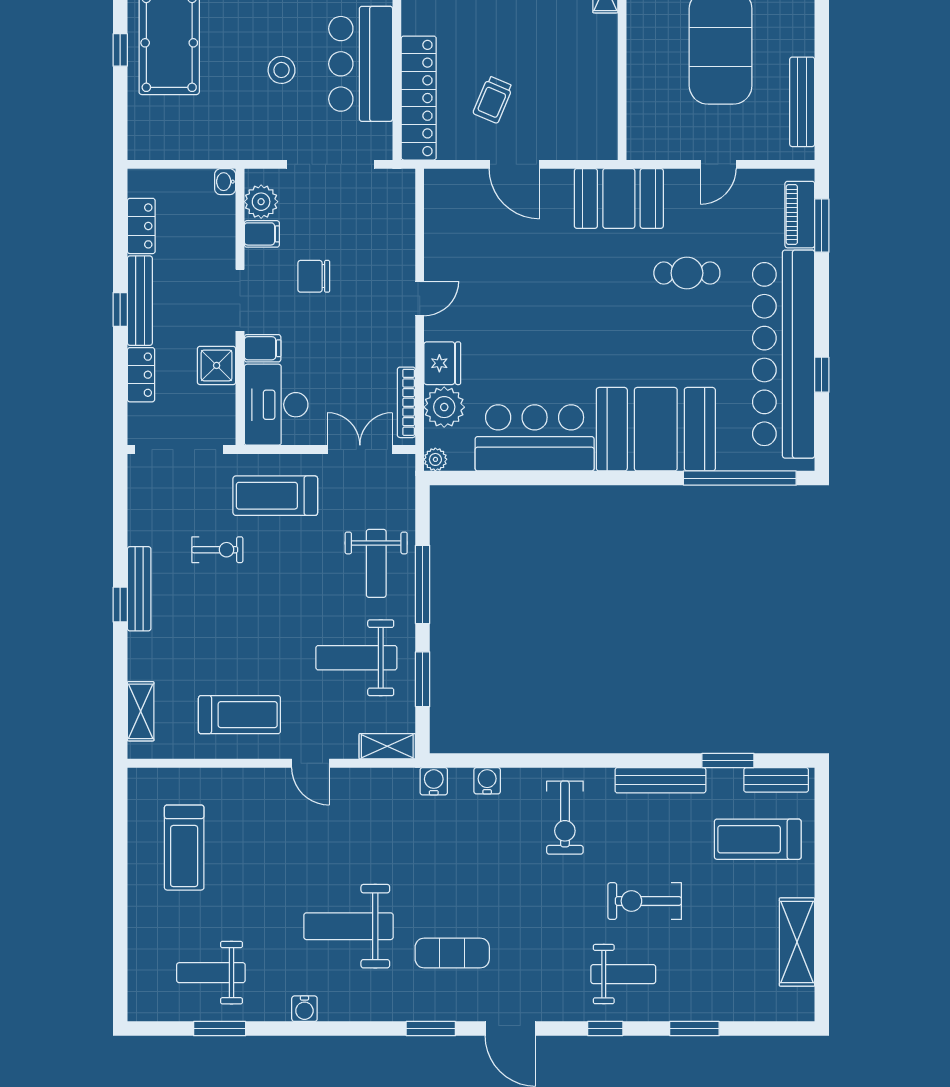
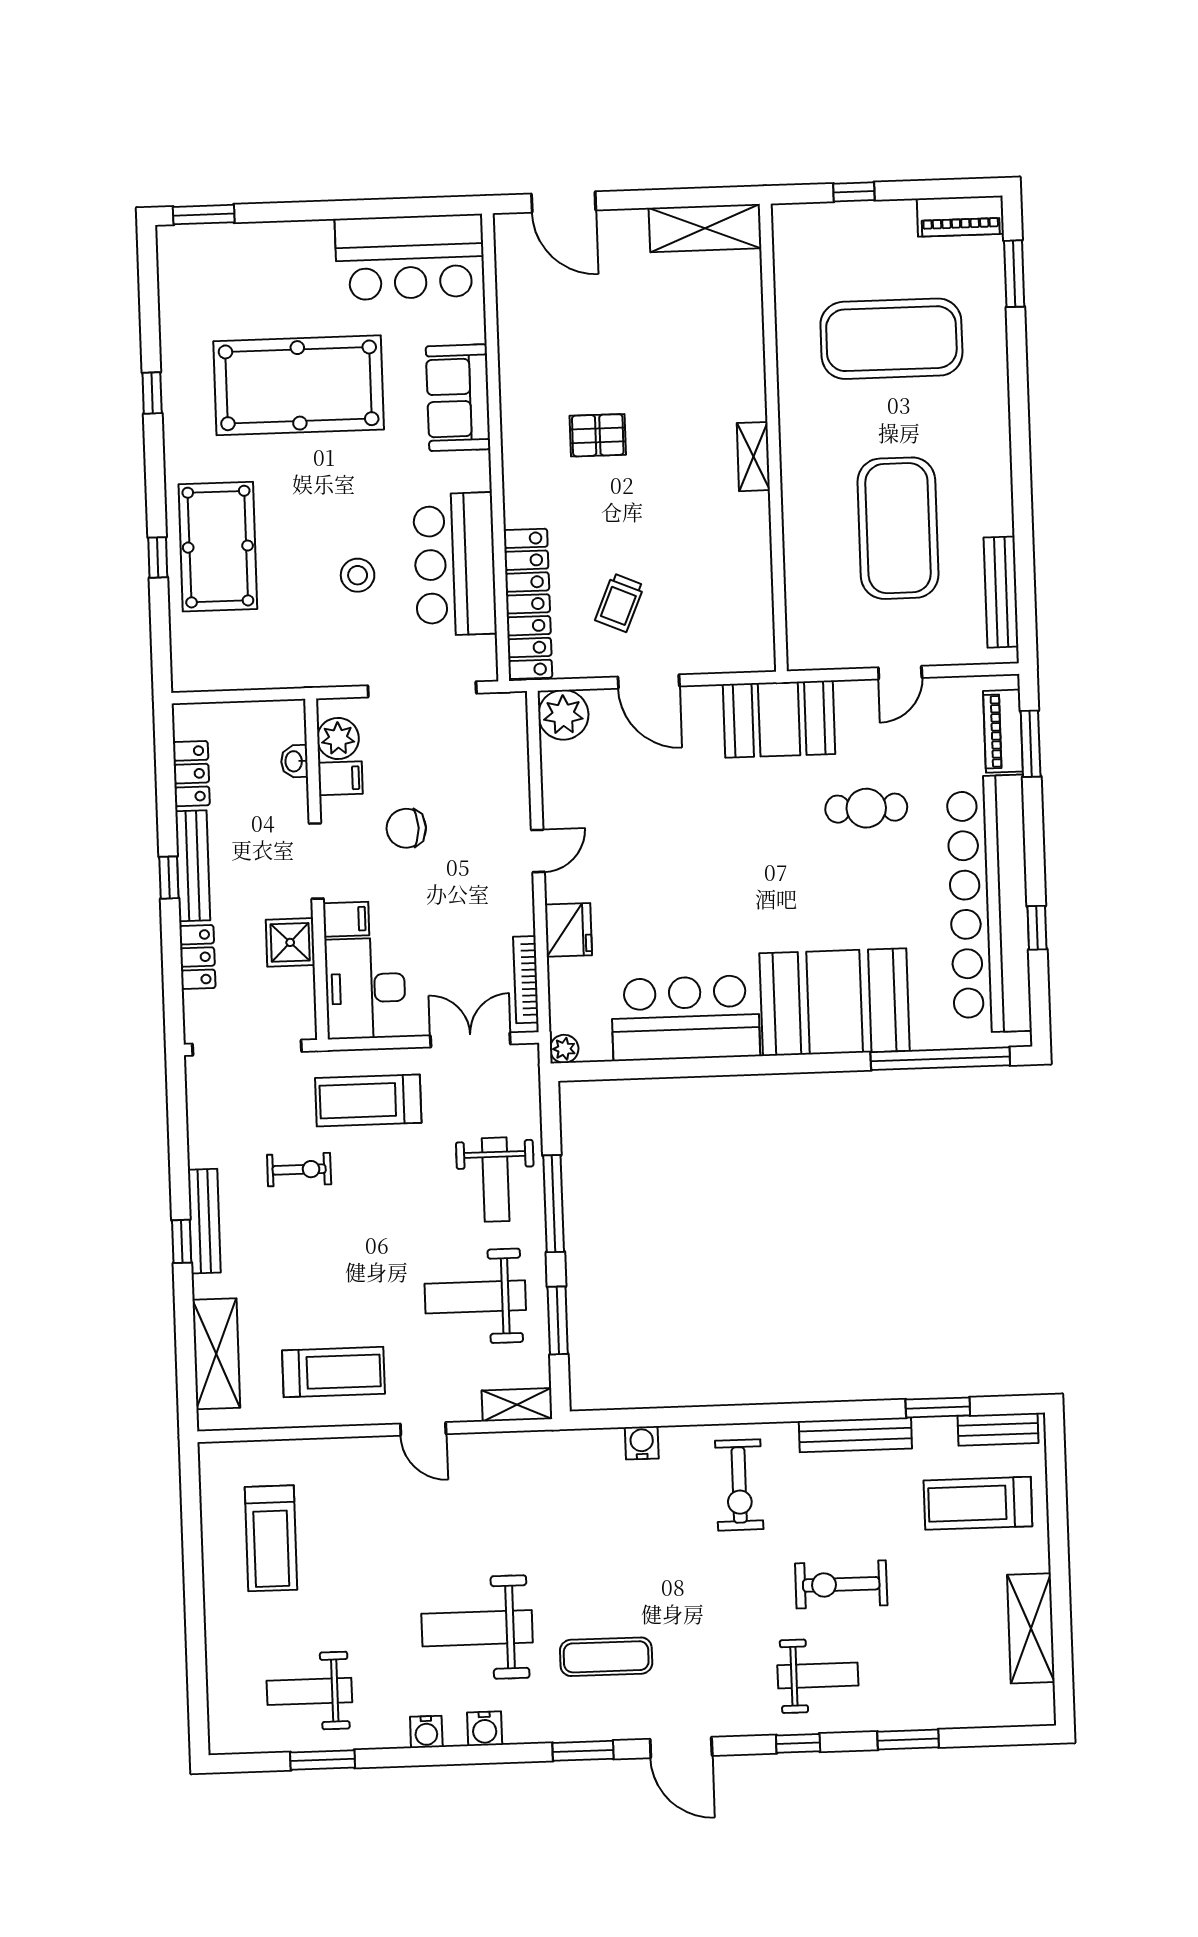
washbasin: (225, 182) -> (294, 761), moved
plant: (444, 407) -> (563, 715), moved
shelving: (141, 711) -> (216, 1354), width x1.50, depth x1.33
water cooler: (434, 781) -> (485, 1729), moved, turned 180

